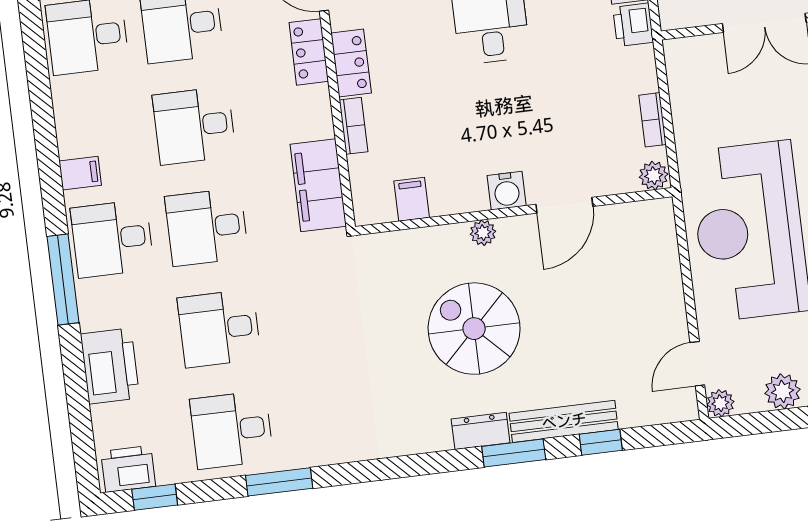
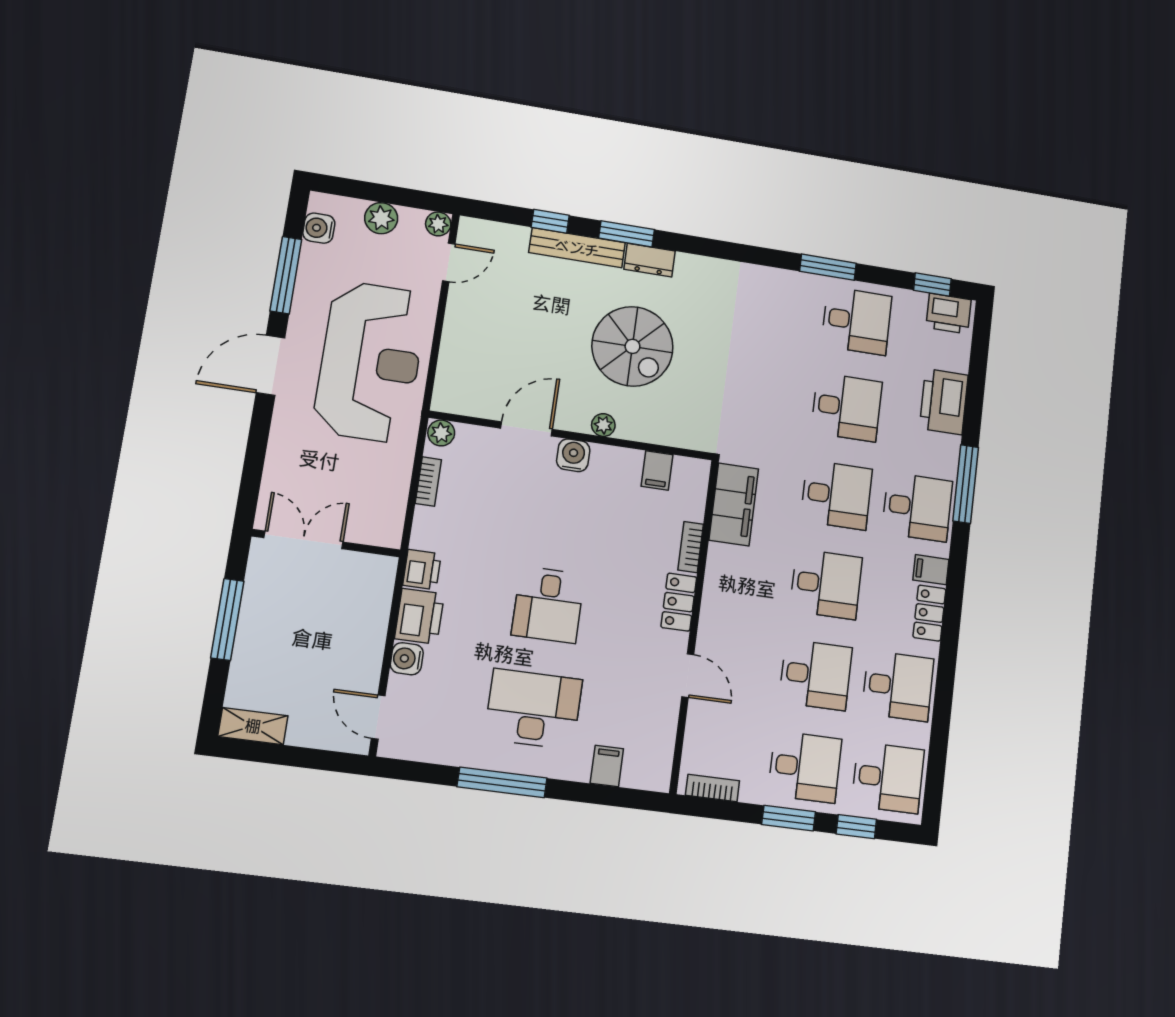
locker: (309, 52) -> (929, 613), moved, turned 180

